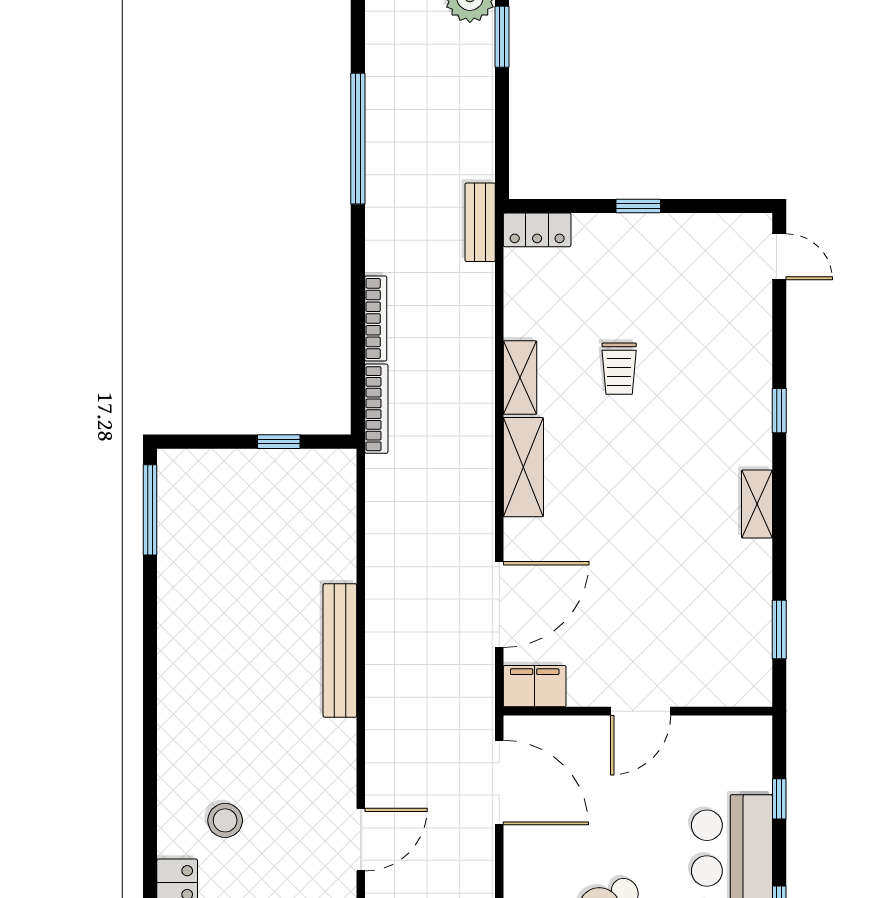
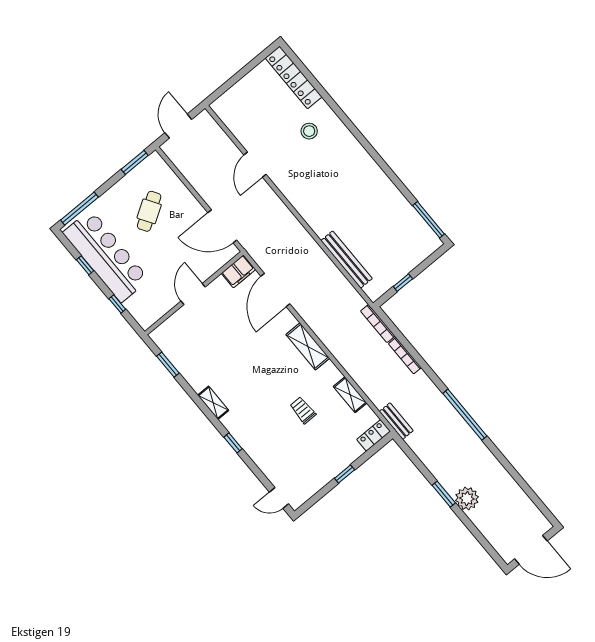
shelving: (520, 378) -> (350, 395), moved
bench: (340, 650) -> (347, 260), moved

